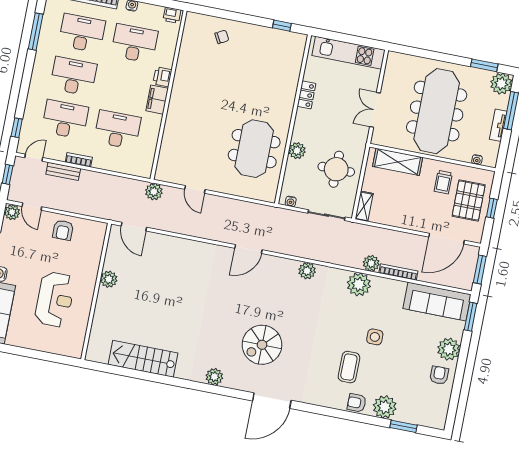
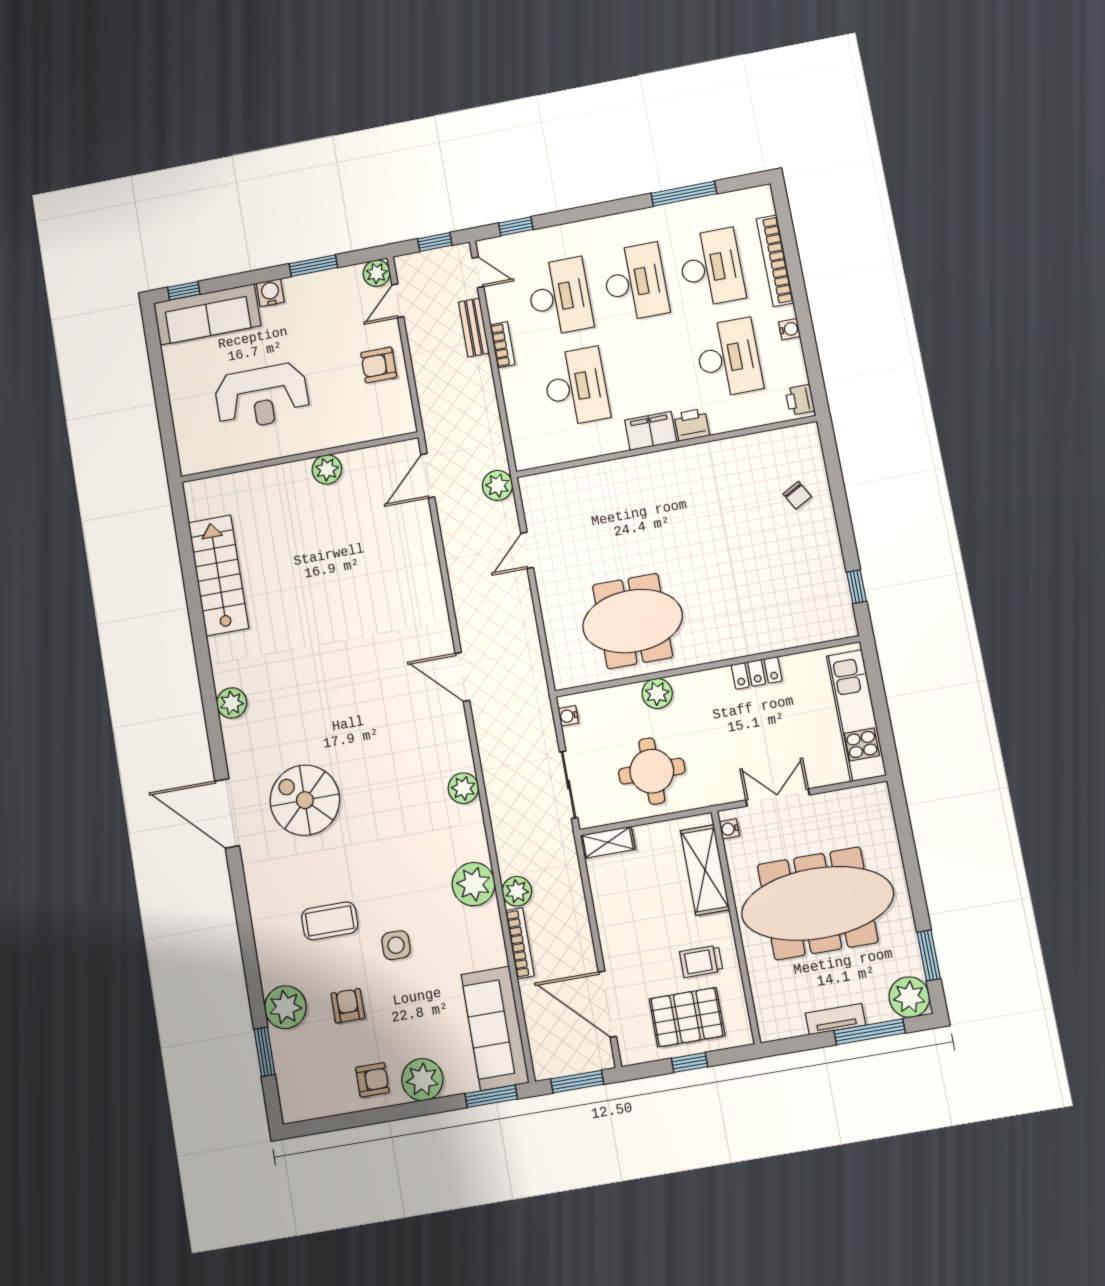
water cooler: (477, 160) -> (729, 829), moved
spiral stairs: (262, 345) -> (305, 800), moved
armchair: (357, 403) -> (348, 1006), moved

